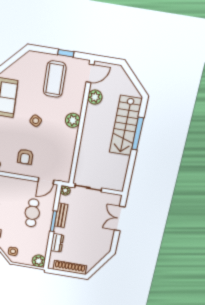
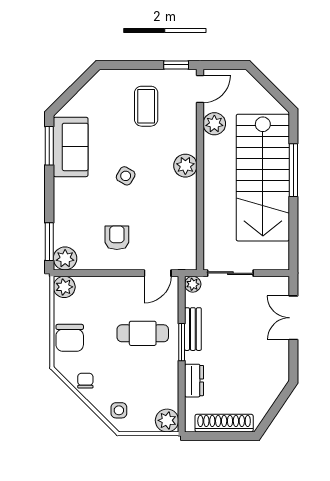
window: (66, 53) -> (176, 65), moved
coffee table: (55, 79) -> (146, 106), width x0.73, depth x0.76
stairs: (126, 126) -> (263, 178), width x1.36, depth x1.51
armchair: (25, 157) -> (117, 238), turned 180
cafe table: (32, 213) -> (143, 333), turned 90

